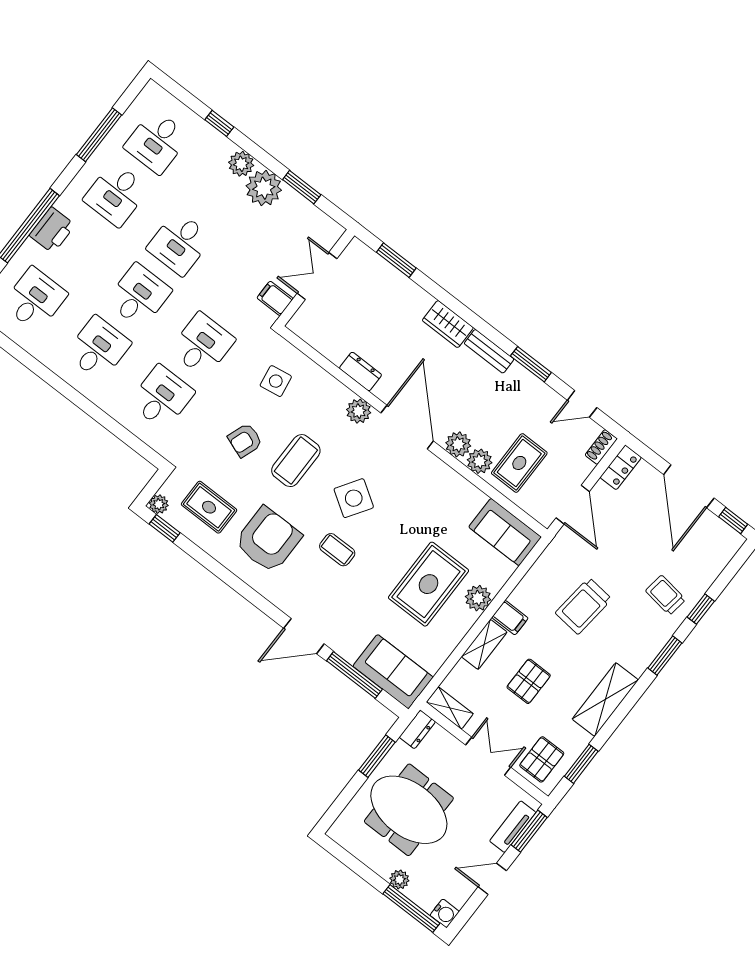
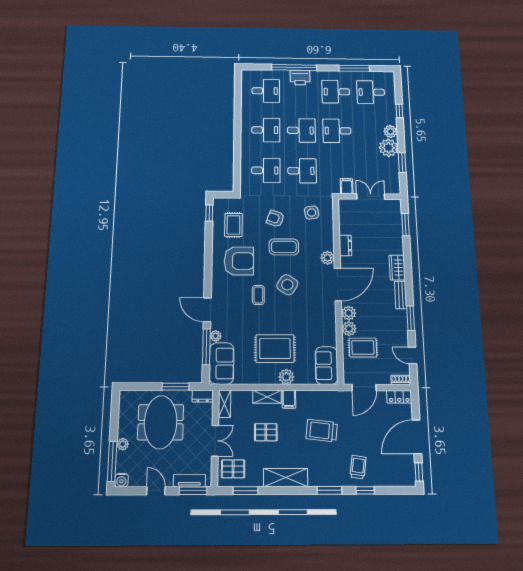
plant: (159, 504) -> (216, 336), moved

